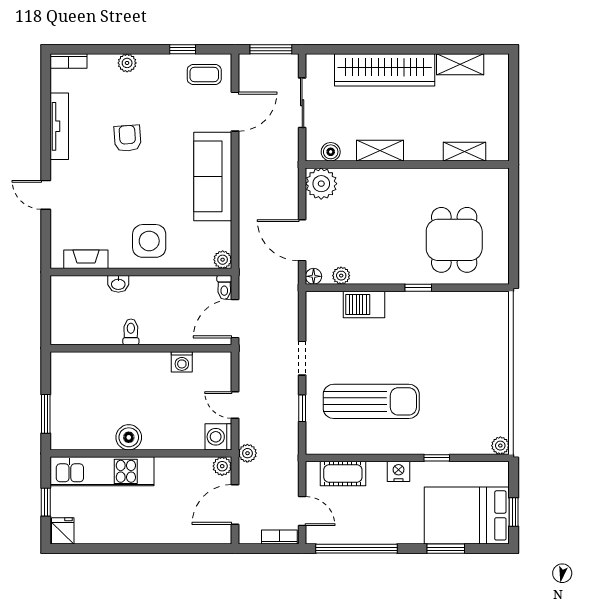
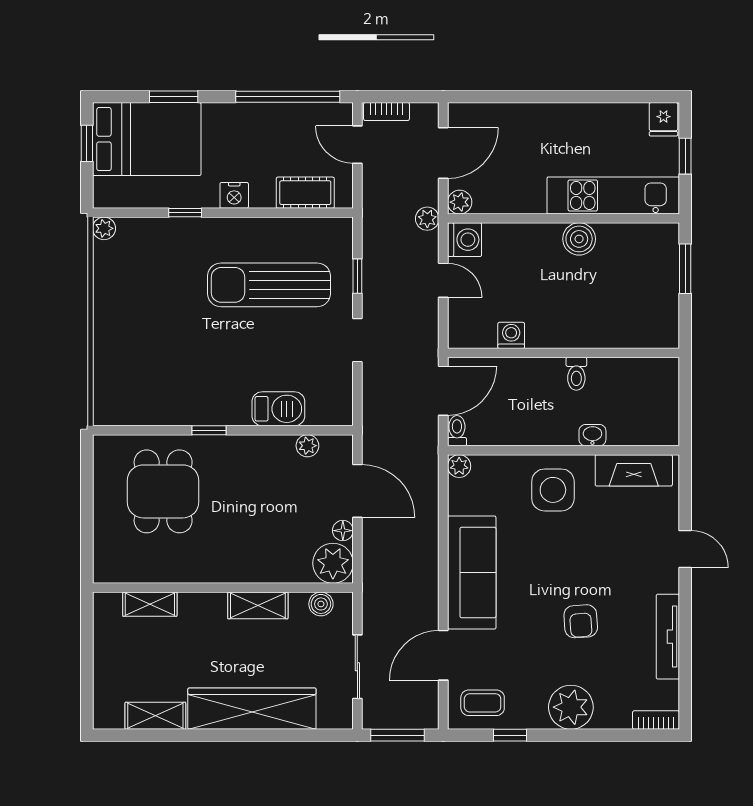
plant: (127, 63) -> (571, 707), width x1.88, depth x1.88
fireplace: (86, 259) -> (634, 470), width x1.37, depth x1.32
floor lamp: (314, 276) -> (343, 531), moved

